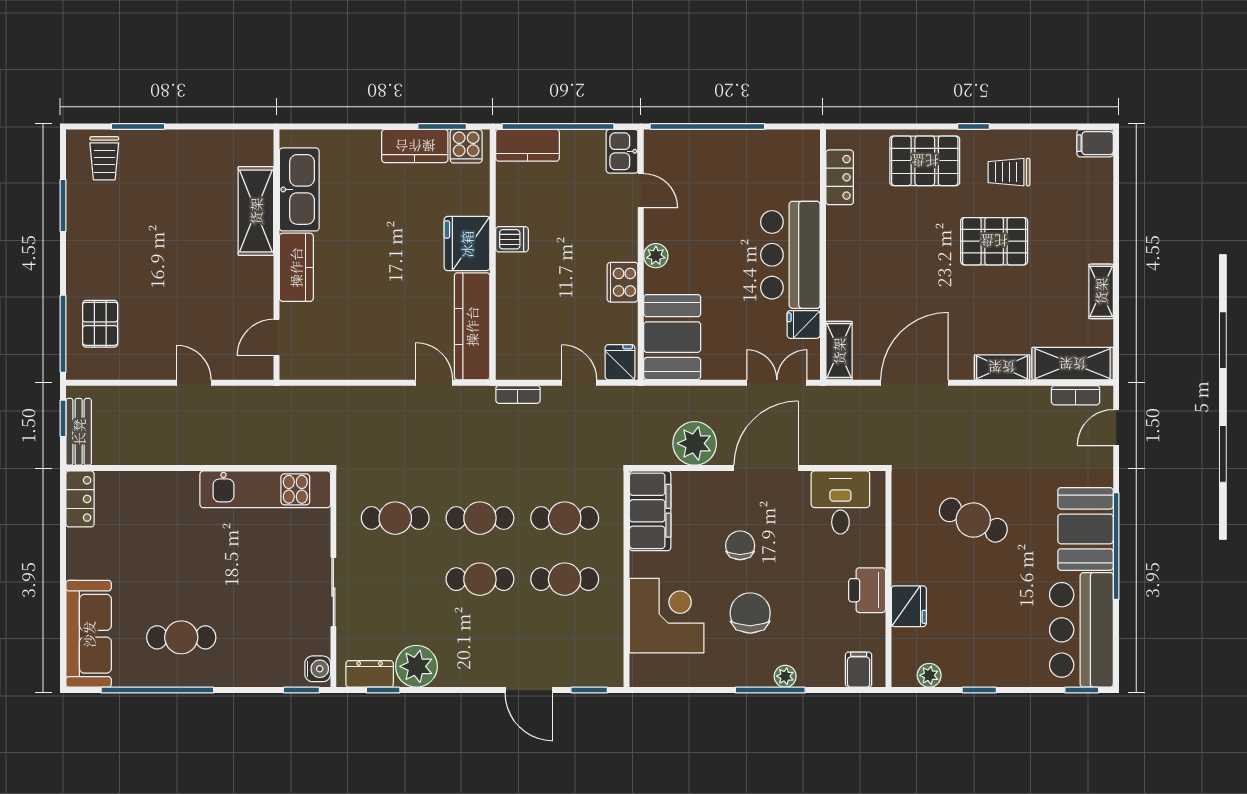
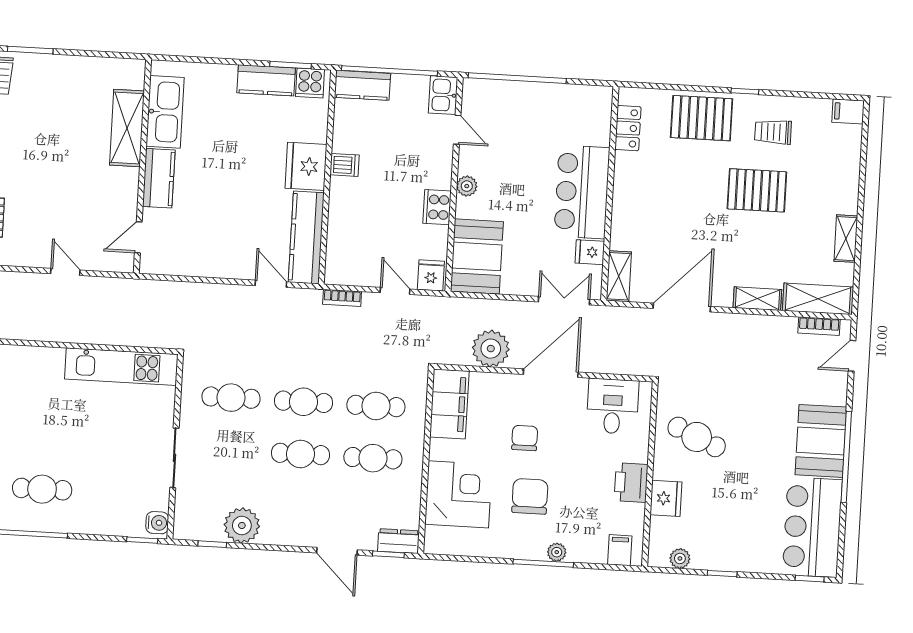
cafe table: (973, 520) -> (697, 437), moved
dresser: (370, 674) -> (398, 541), moved

